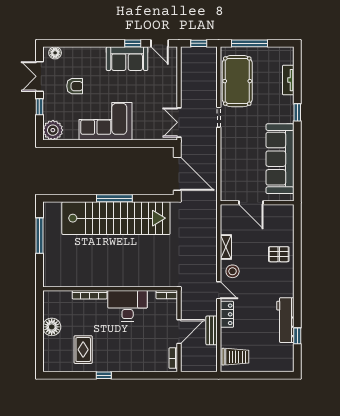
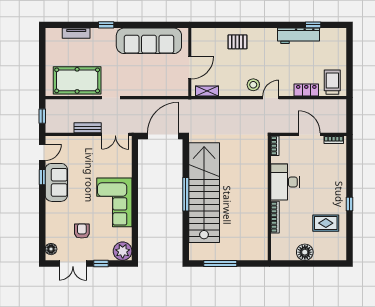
window: (250, 43) -> (42, 69), removed
shelving: (226, 247) -> (207, 91), moved
pallet: (279, 254) -> (237, 42), turned 90
locker: (227, 314) -> (306, 90), moved
bench: (212, 330) -> (88, 128), moved

